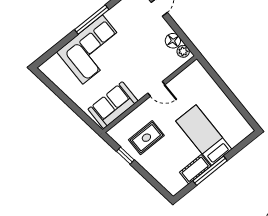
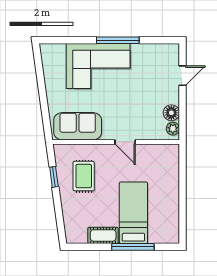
rug: (146, 138) -> (84, 176), turned 90
window: (210, 171) -> (133, 247), moved

